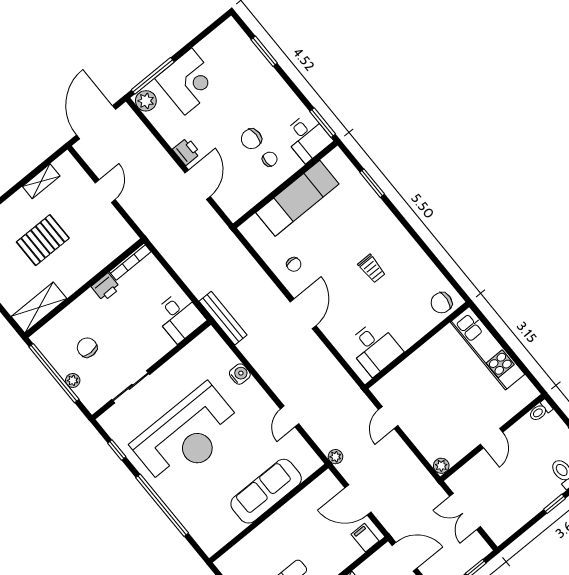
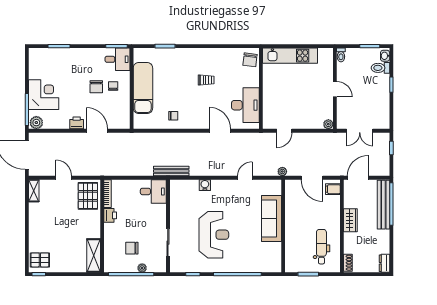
shelving: (41, 181) -> (34, 191), moved
pallet: (43, 240) -> (88, 196), moved
door: (303, 314) -> (220, 131), moved
desk: (375, 348) -> (245, 105), width x1.37
door: (290, 416) -> (245, 178), swing flipped
door: (388, 418) -> (284, 131), hinge flipped
reception desk: (187, 436) -> (214, 235), width x0.74, depth x0.77
door: (358, 500) -> (312, 178), hinge flipped

